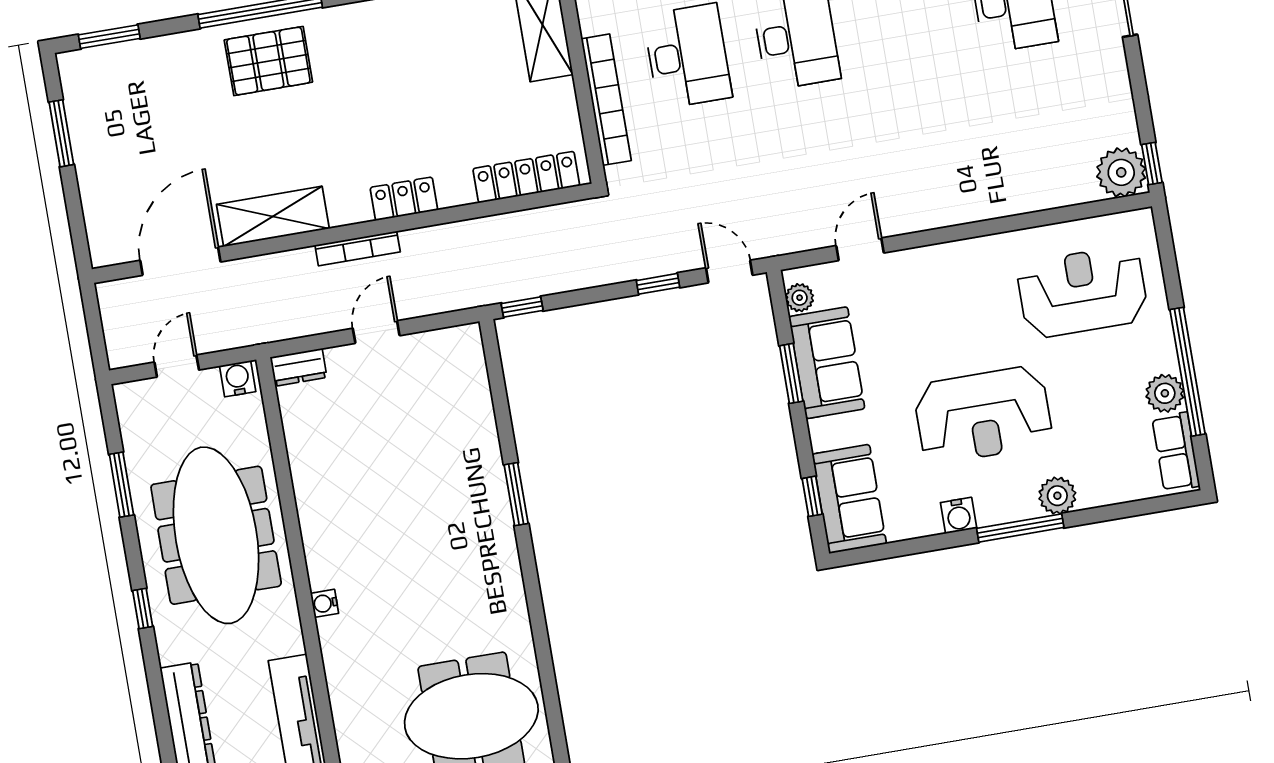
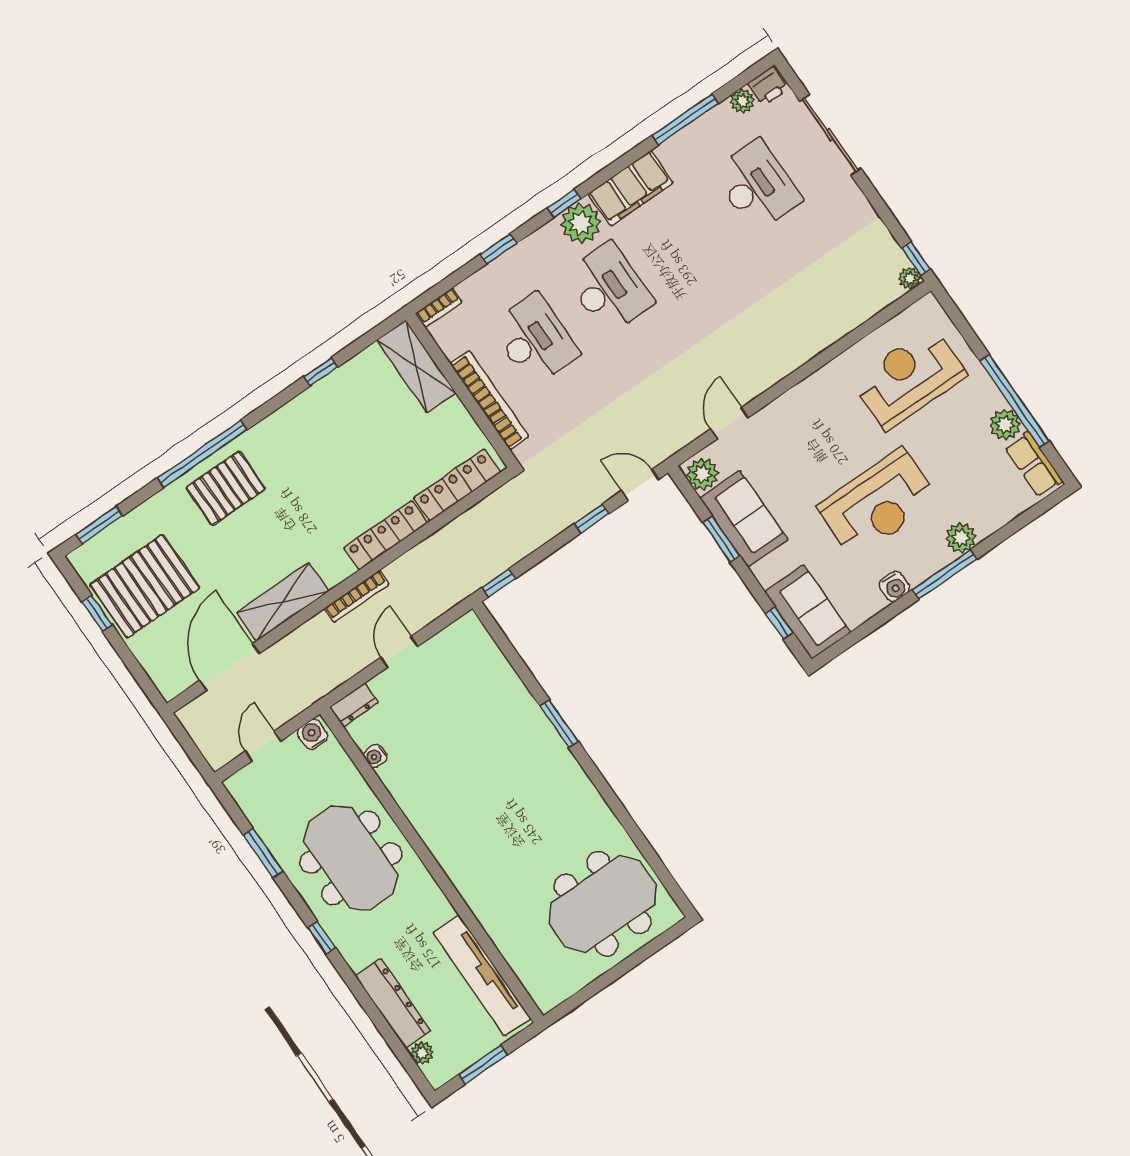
pallet: (128, 128) -> (145, 586), added
window: (61, 133) -> (97, 613), width x0.67
plant: (1121, 172) -> (910, 278), width x0.53, depth x0.53
locker: (404, 199) -> (386, 535), width x1.53
plant: (800, 298) -> (702, 474), width x1.38, depth x1.38
meeting table: (216, 535) -> (351, 858), width x0.73
water cooler: (325, 603) -> (375, 756), moved

